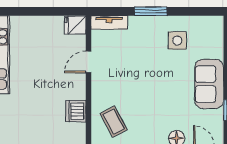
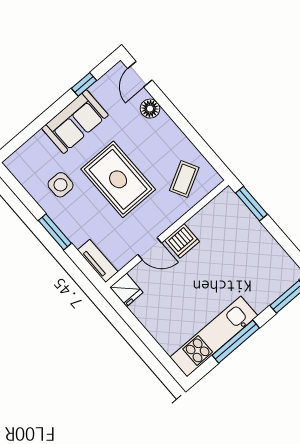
rug: (149, 80) -> (118, 179), added
dishwasher: (76, 111) -> (182, 241), moved

